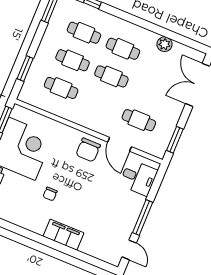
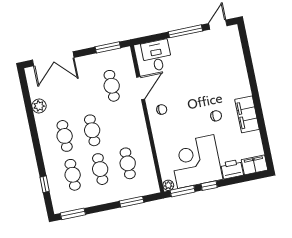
plant: (18, 110) -> (168, 185), added
chair: (88, 150) -> (162, 110), width x0.54, depth x0.54
filing cabinet: (63, 235) -> (247, 114), moved

